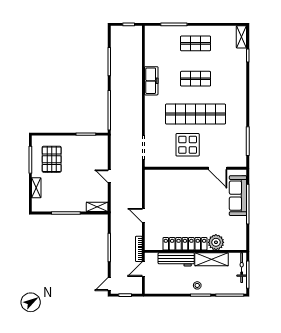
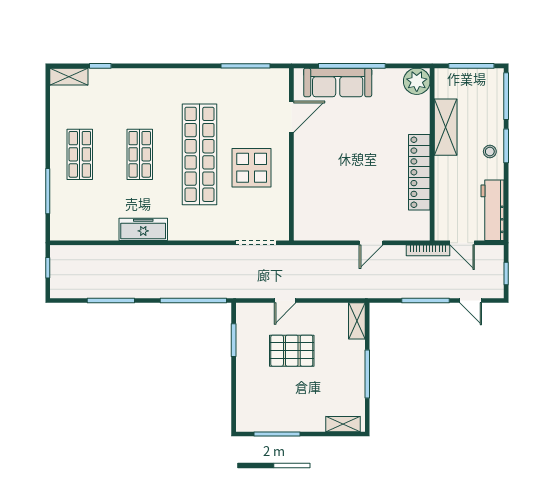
pallet: (52, 159) -> (292, 351), moved
door: (109, 176) -> (285, 300), moved
shelving: (36, 188) -> (343, 424), moved
plant: (216, 242) -> (417, 81), moved
workbench: (176, 259) -> (493, 210), moved, turned 180
bicycle: (242, 268) -> (460, 76), removed
door: (109, 284) -> (471, 300), moved

